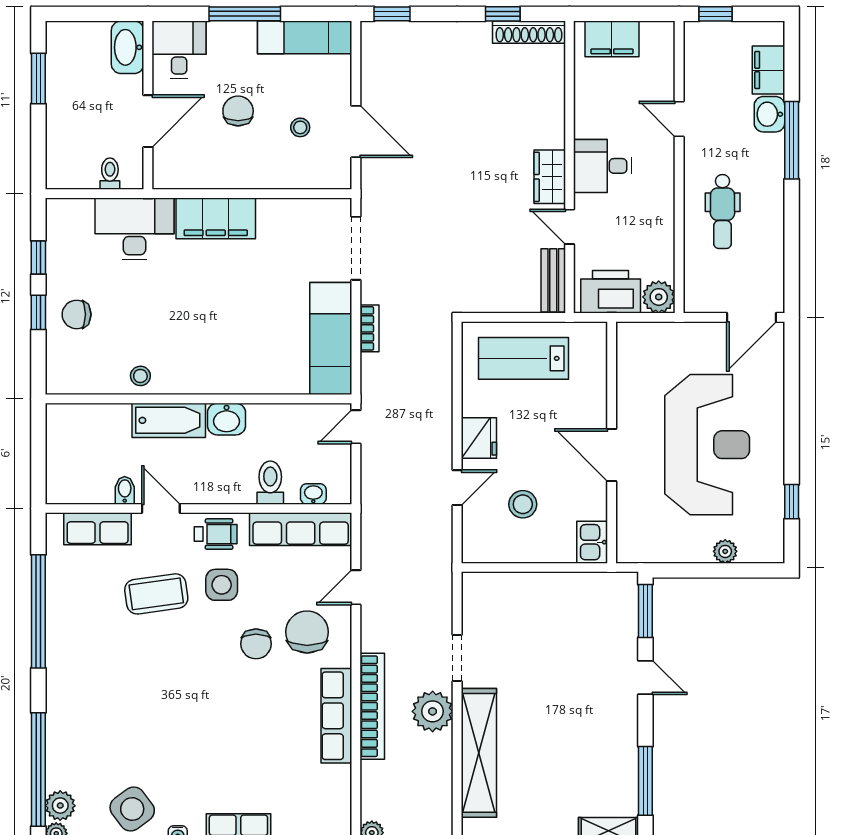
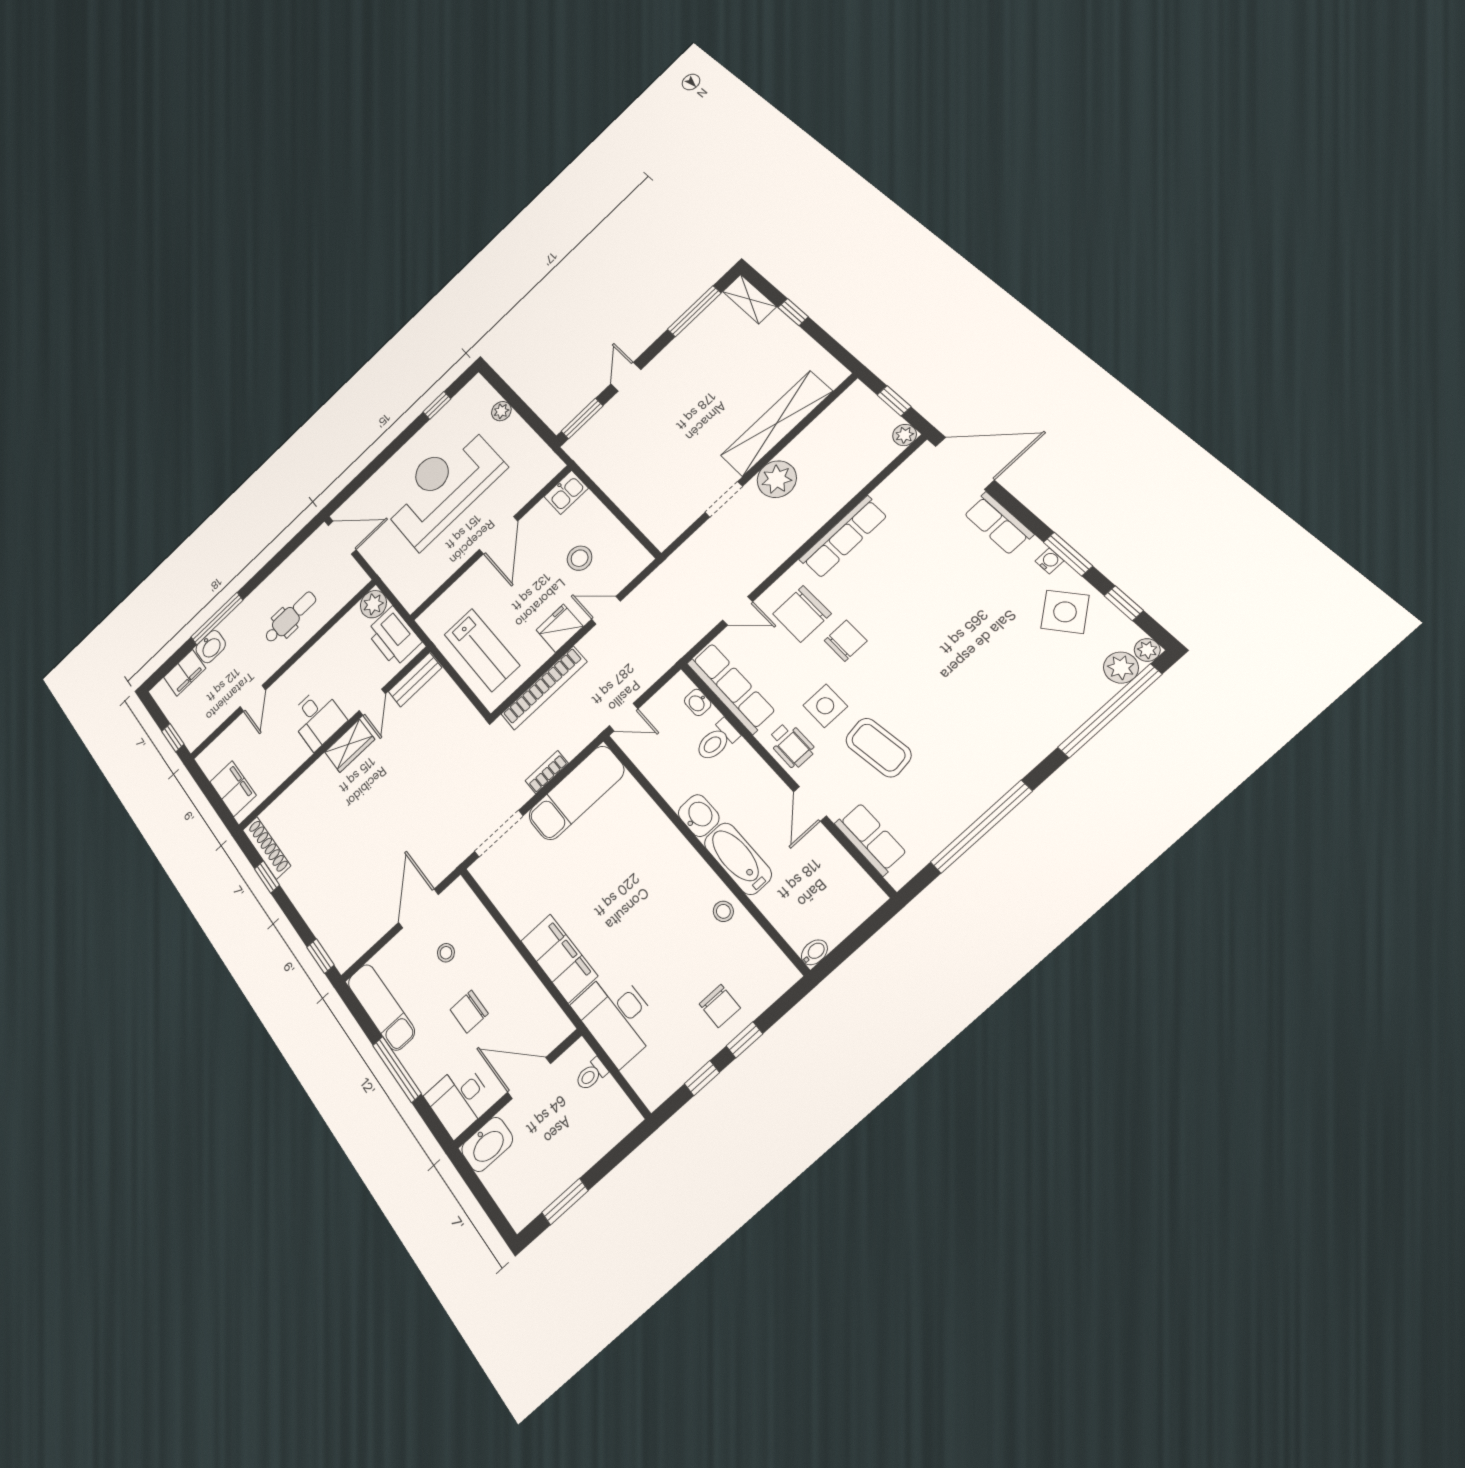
bidet: (125, 490) -> (814, 952), moved, turned 180
wheelchair: (216, 534) -> (791, 745), turned 180
bookcase: (372, 706) -> (544, 688), moved, turned 180

